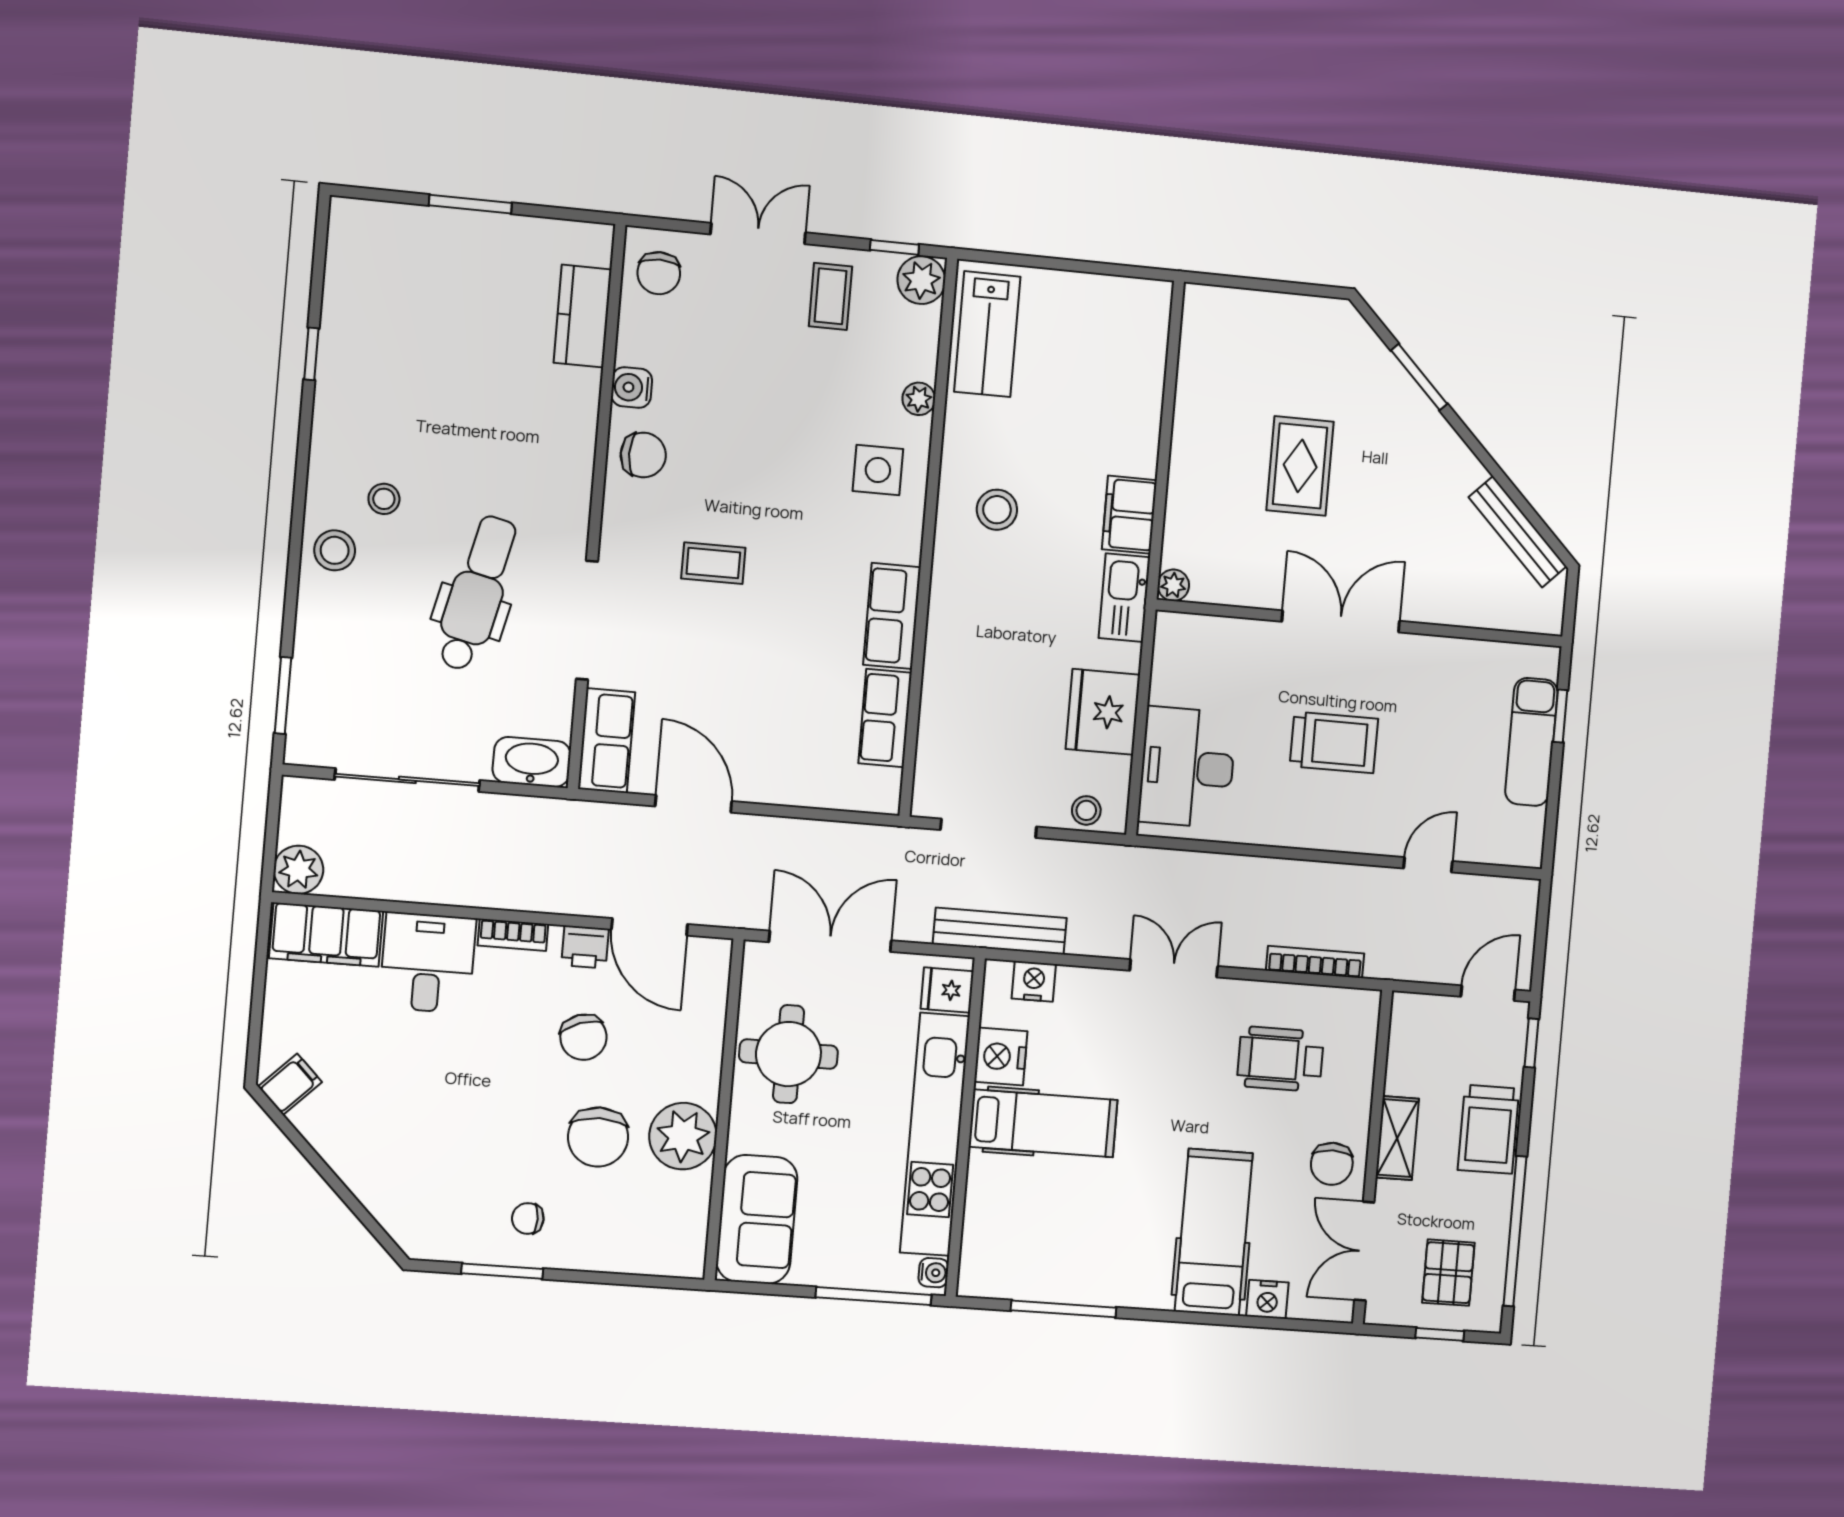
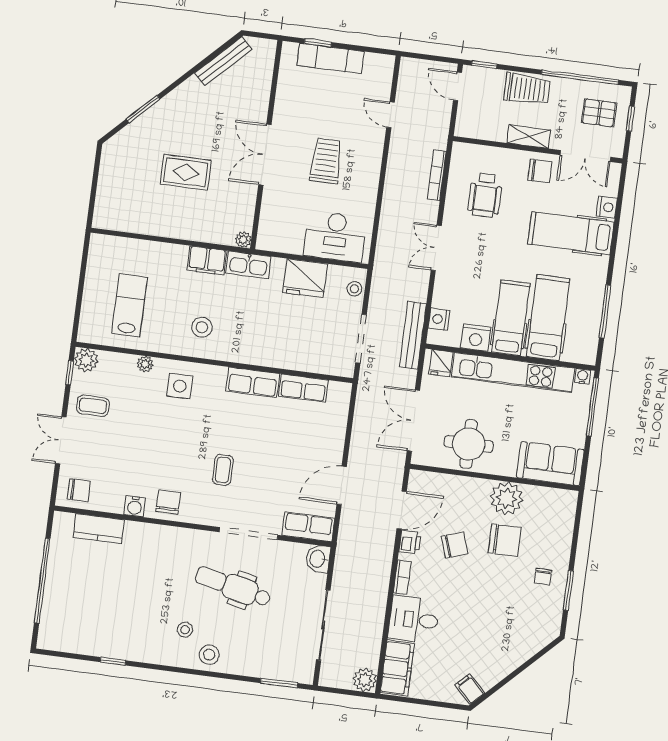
window: (470, 204) -> (42, 581), width x2.11
lab bench: (987, 334) -> (130, 305), moved, turned -90
washbasin: (532, 762) -> (318, 559), width x0.72
hospital bed: (1046, 1197) -> (548, 318), added

